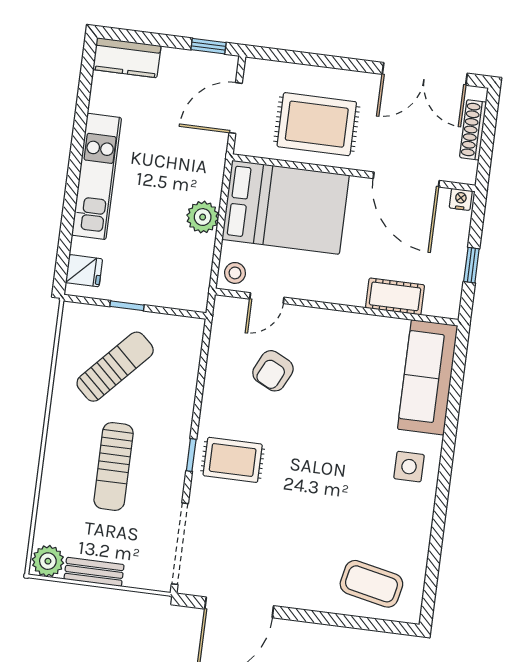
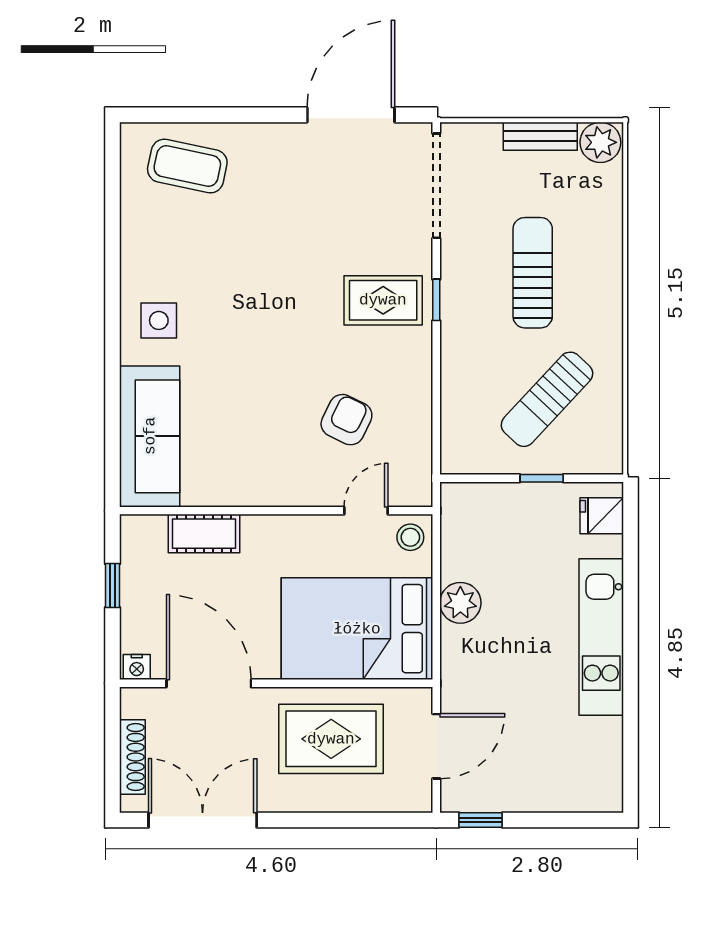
kitchen counter: (127, 58) -> (582, 792), removed

